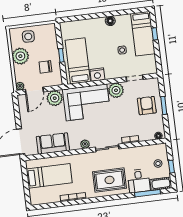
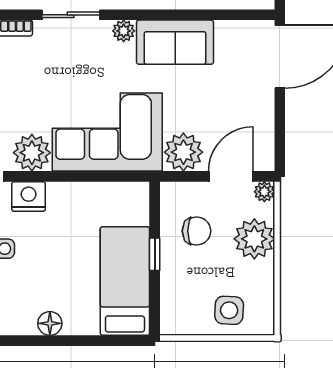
floor lamp: (110, 21) -> (50, 323), moved
plant: (20, 56) -> (254, 239), moved
bed: (78, 61) -> (125, 281), moved, turned 180
nightstand: (97, 75) -> (29, 197), moved
sofa: (53, 143) -> (175, 42), moved

